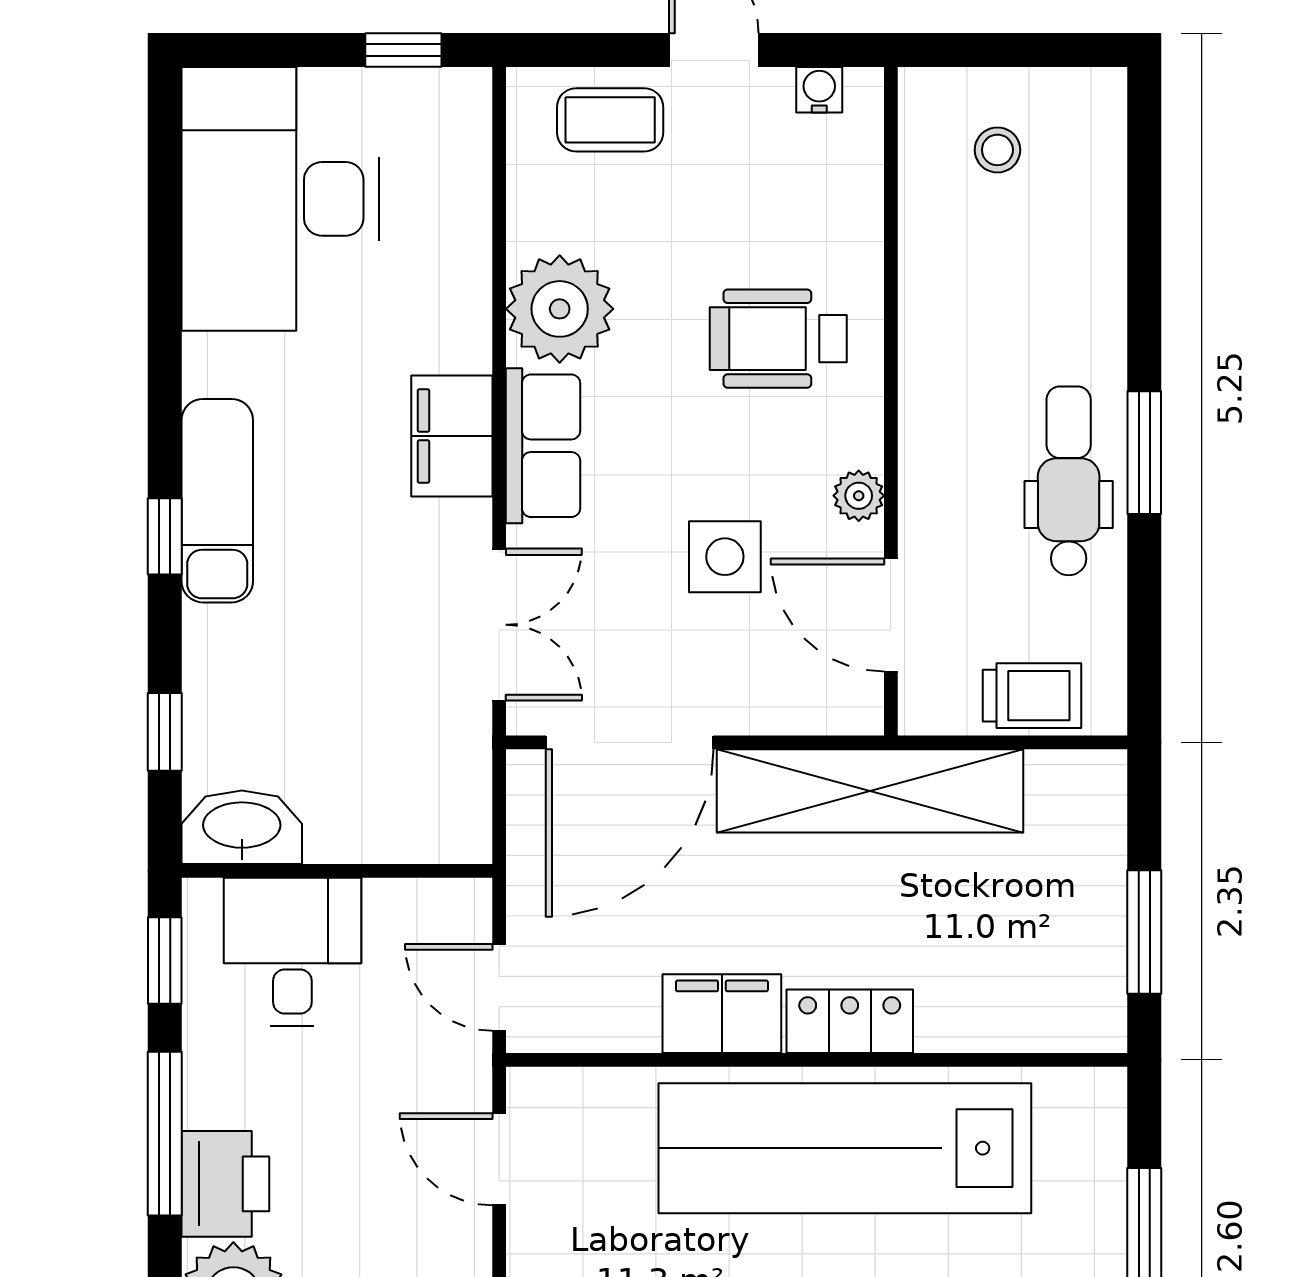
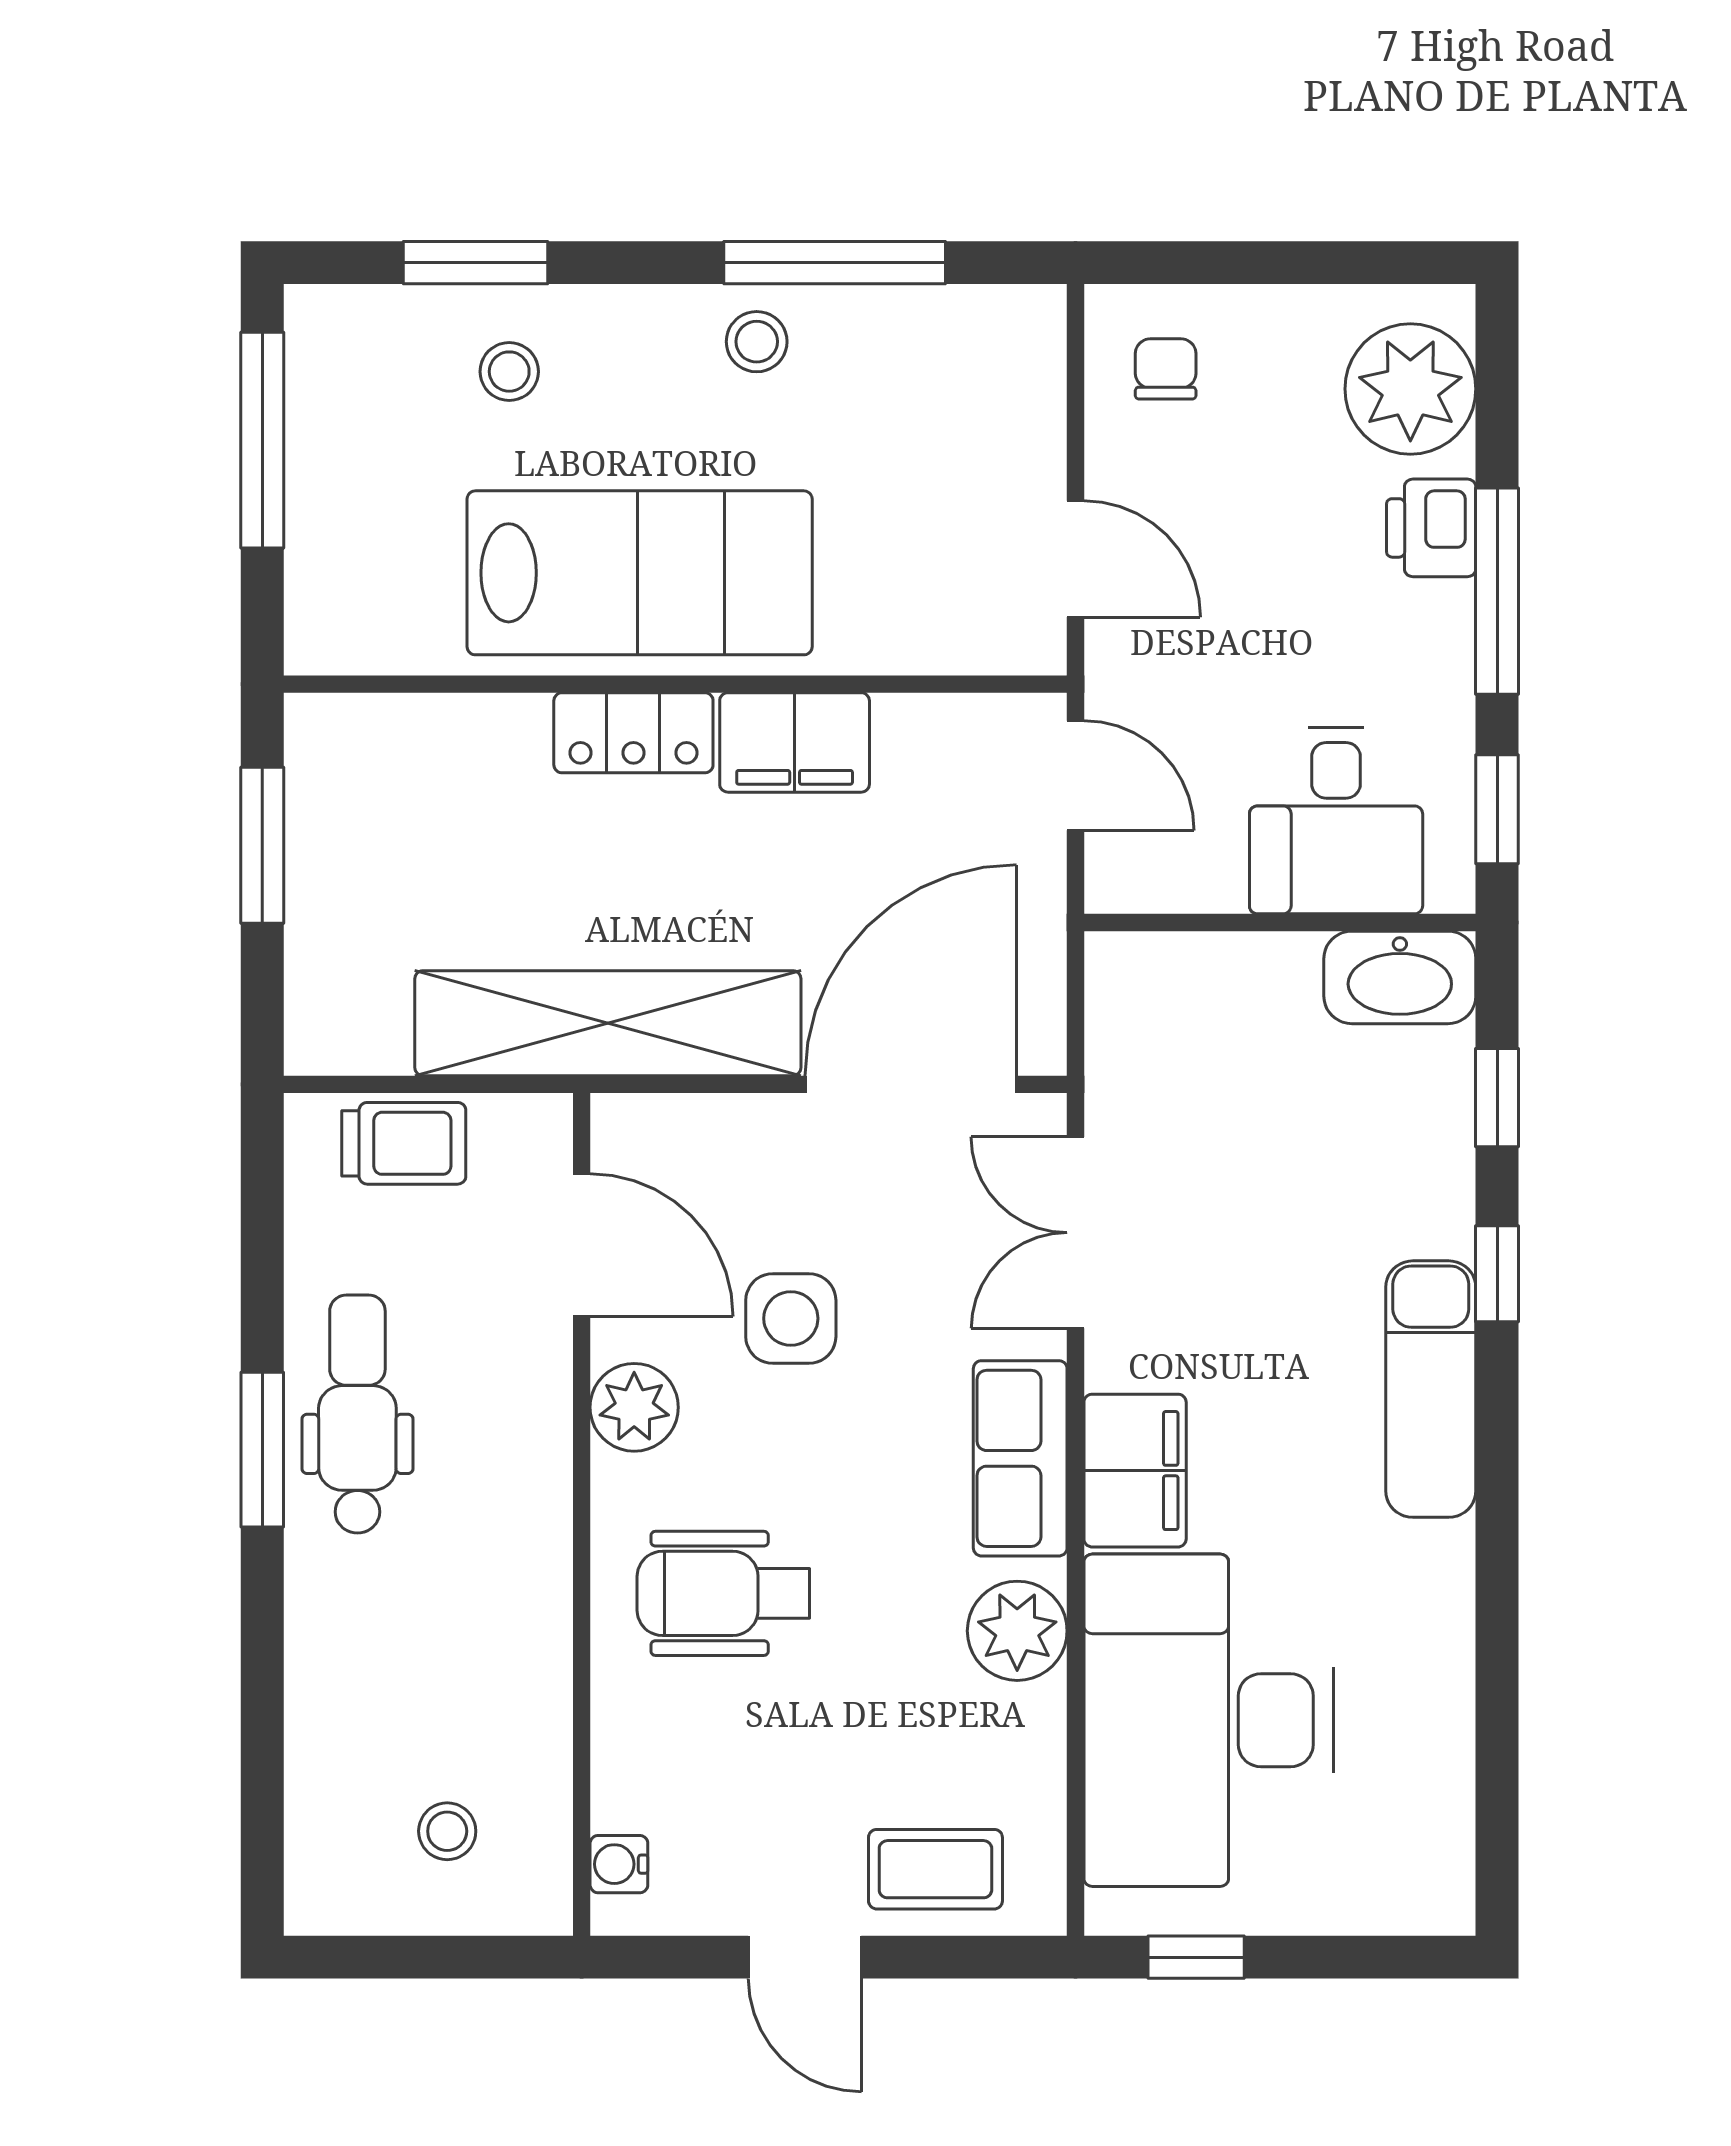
water cooler: (819, 90) -> (619, 1864), moved, turned 90
desk: (280, 199) -> (1209, 1720), moved, turned 180
plant: (560, 309) -> (1017, 1631), width x0.73, depth x0.73
wheelchair: (778, 339) -> (723, 1593), turned 180
dental chair: (1069, 481) -> (357, 1414), turned 180
plant: (859, 496) -> (634, 1407), width x1.38, depth x1.38
window: (165, 536) -> (1497, 1274), moved
trolley: (1032, 696) -> (404, 1143), turned 180
lab bench: (845, 1148) -> (640, 573), width x0.73
printer: (225, 1184) -> (1431, 528), width x0.73, depth x0.81

